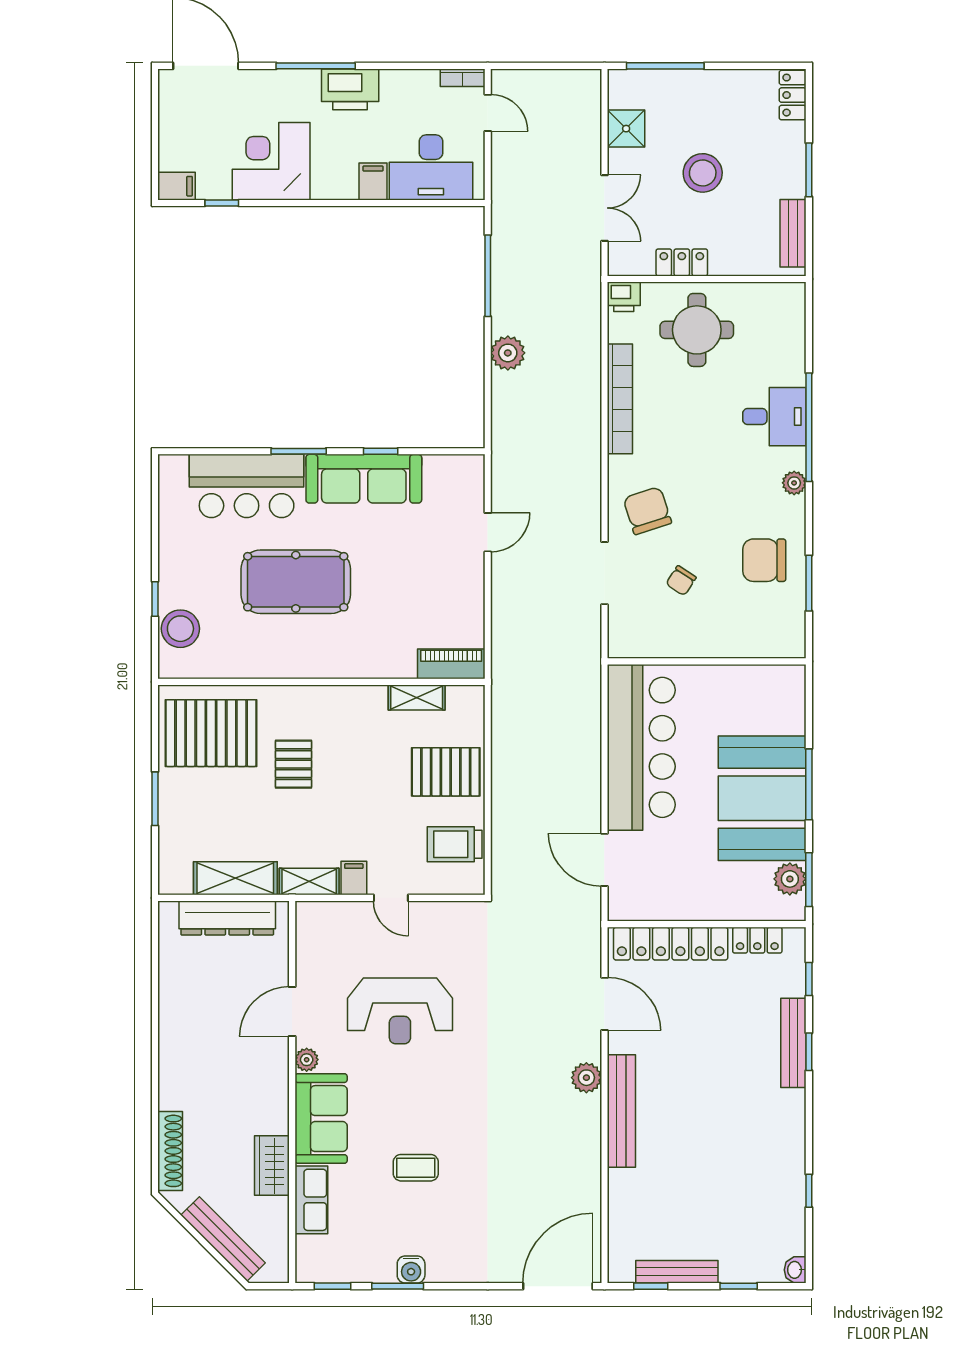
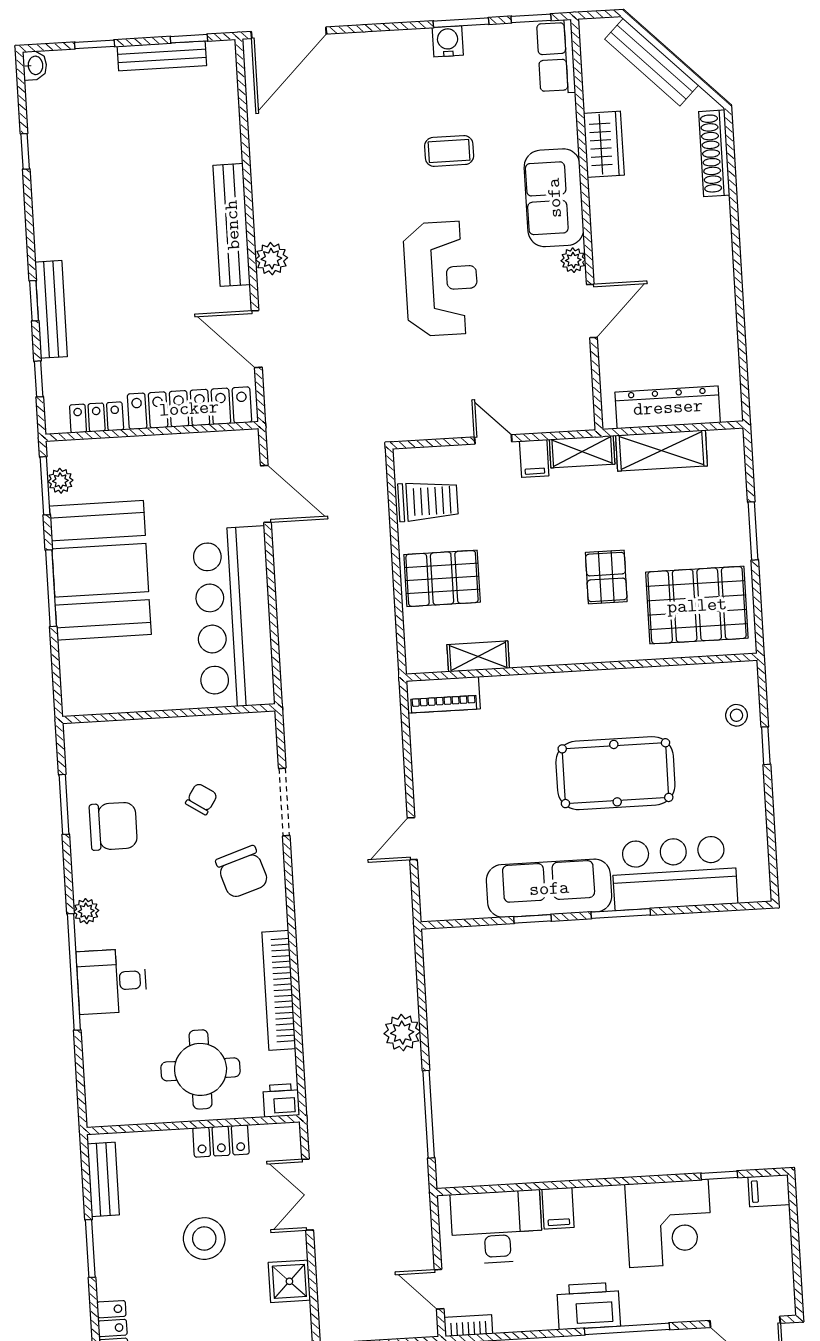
stool: (180, 629) -> (736, 715), width x0.53, depth x0.53
plant: (790, 879) -> (60, 481), width x0.73, depth x0.73
reception desk: (400, 1011) -> (441, 279), moved, turned 90
row of seats: (311, 1200) -> (556, 57), moved

